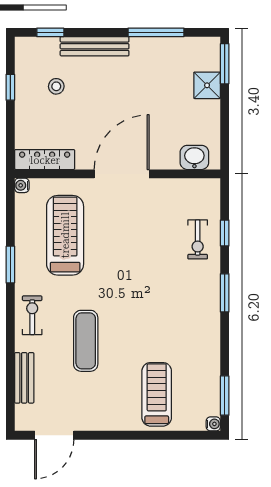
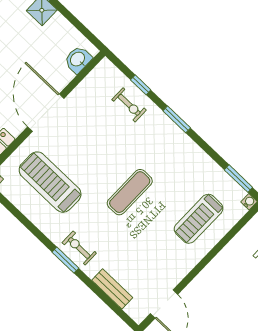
window: (10, 265) -> (65, 260), moved
exercise mat: (86, 341) -> (130, 192), moved, turned 90
treadmill: (157, 394) -> (199, 219), turned -90

